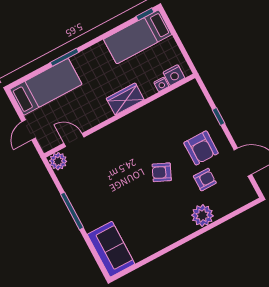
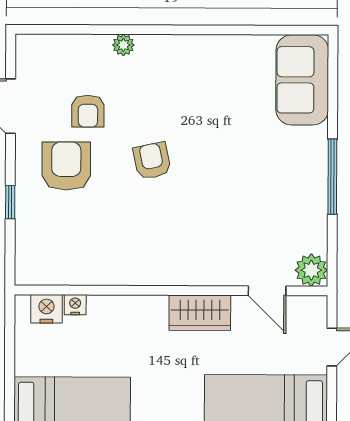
wardrobe: (125, 99) -> (200, 313), moved
armchair: (162, 172) -> (152, 161), turned -126
armchair: (205, 180) -> (88, 111), turned -90
plant: (202, 215) -> (123, 45), width x0.53, depth x0.53

